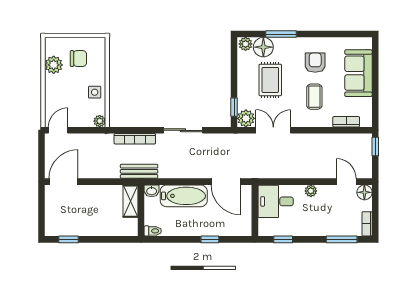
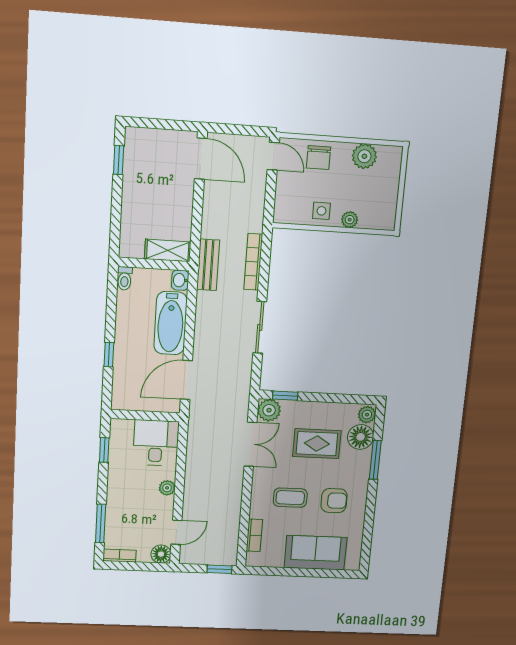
chair: (78, 59) -> (319, 158), moved
plant: (100, 121) -> (350, 220), moved

